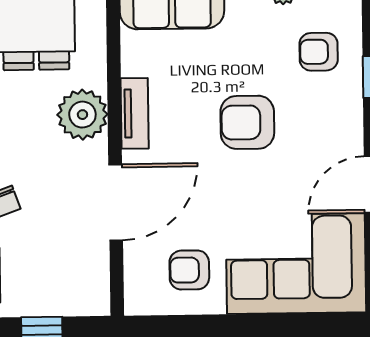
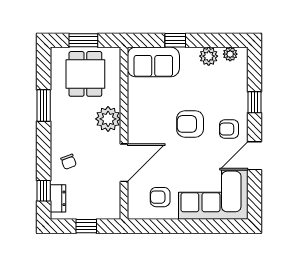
armchair: (319, 52) -> (229, 129), moved
tv unit: (135, 113) -> (134, 119), removed

